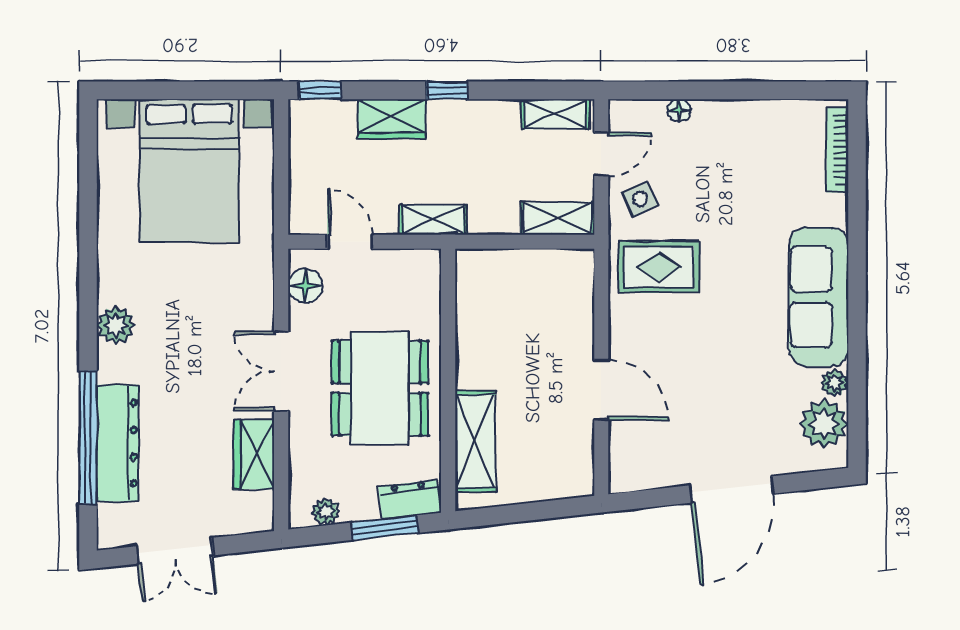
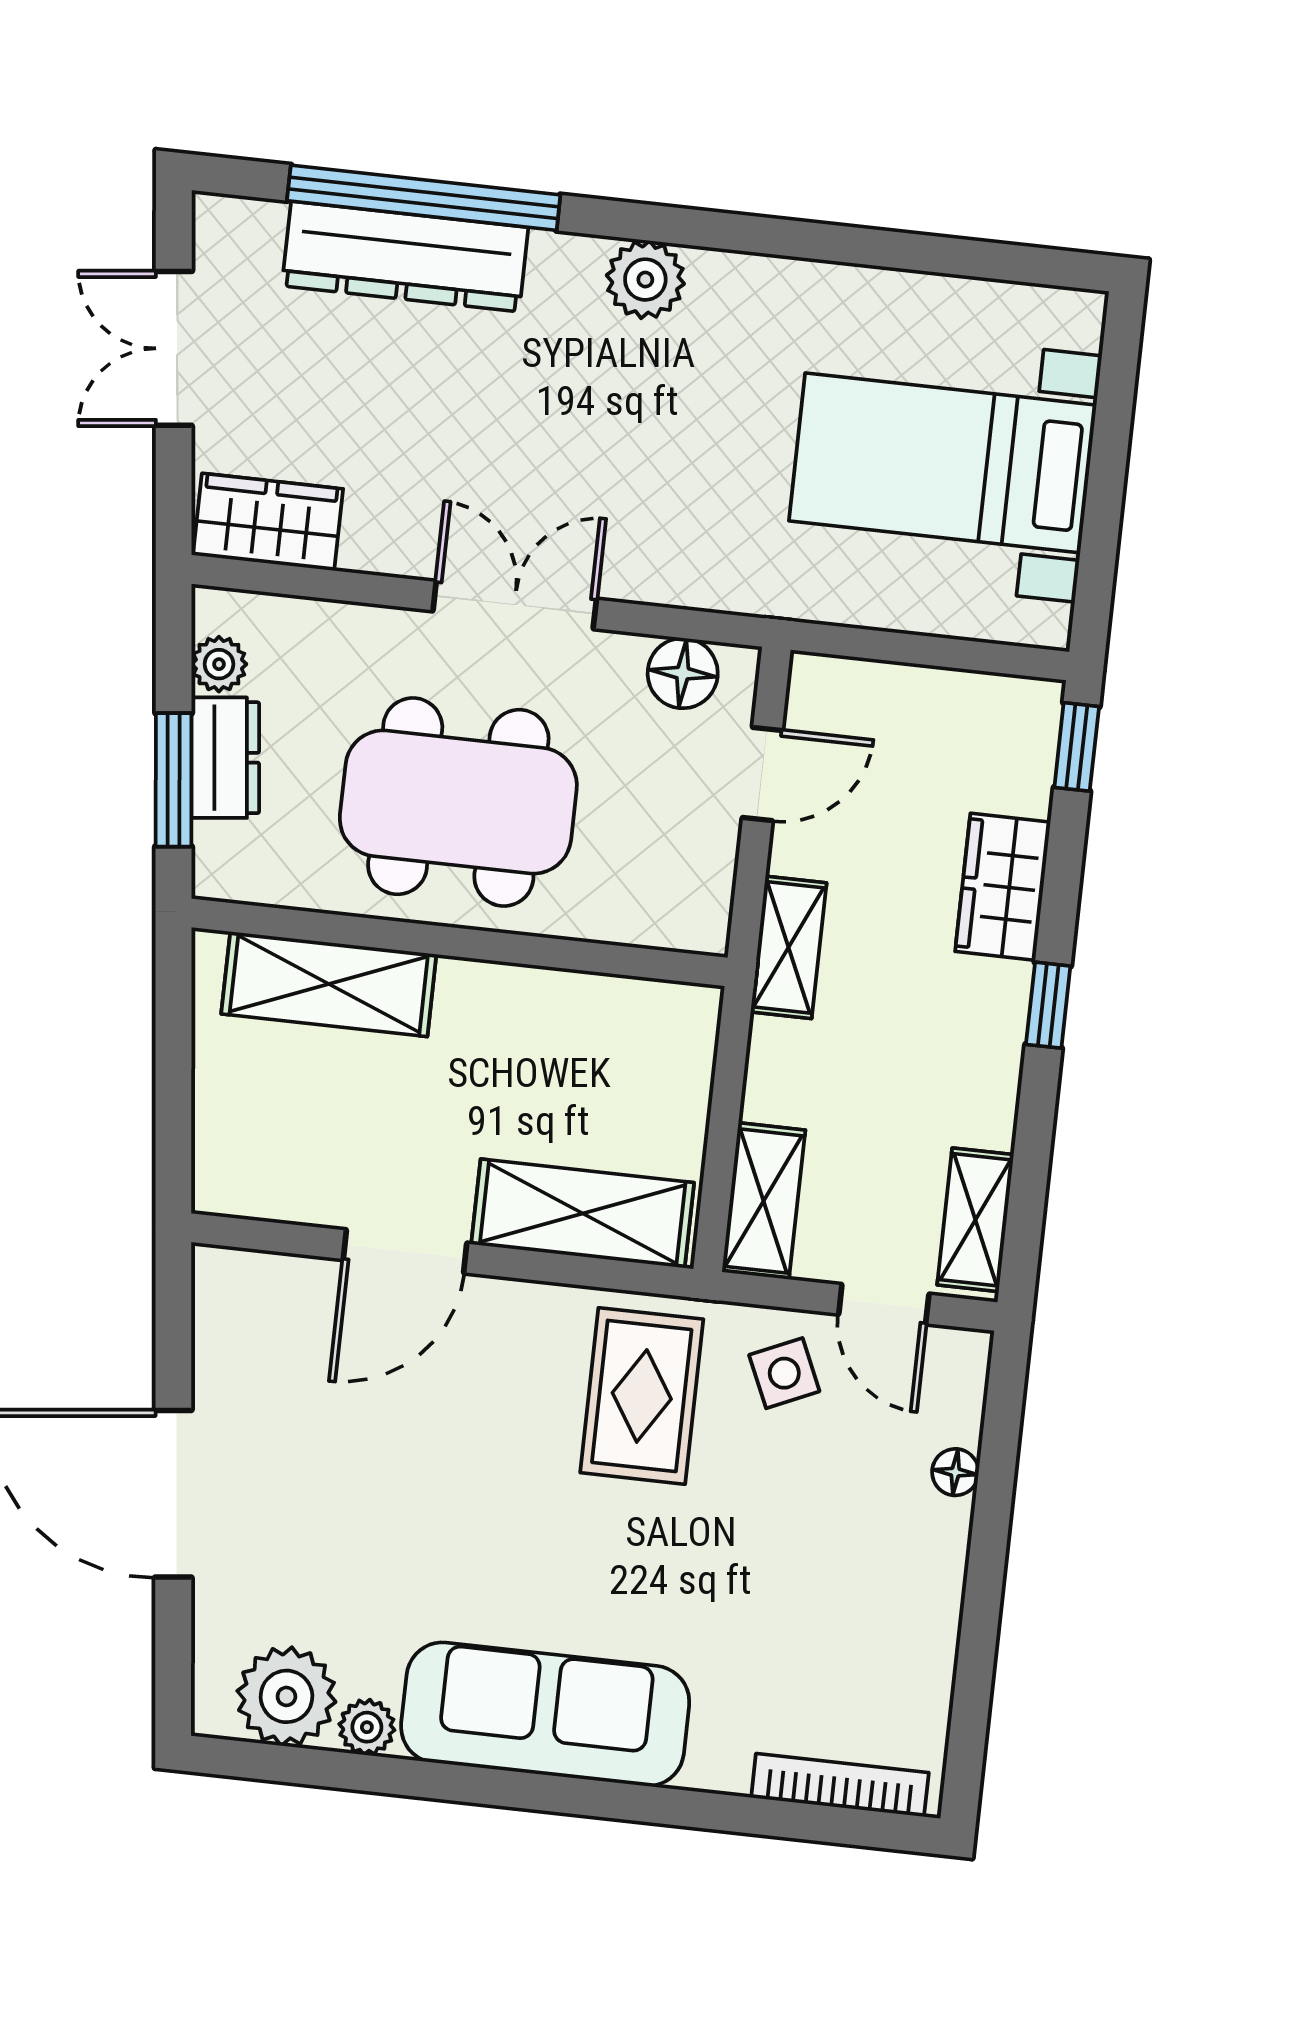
bed with nightstands: (189, 171) -> (943, 463), width x0.73
shelving: (573, 306) -> (583, 1213), added
wardrobe: (254, 454) -> (268, 522), moved
dresser: (409, 500) -> (225, 758), moved

